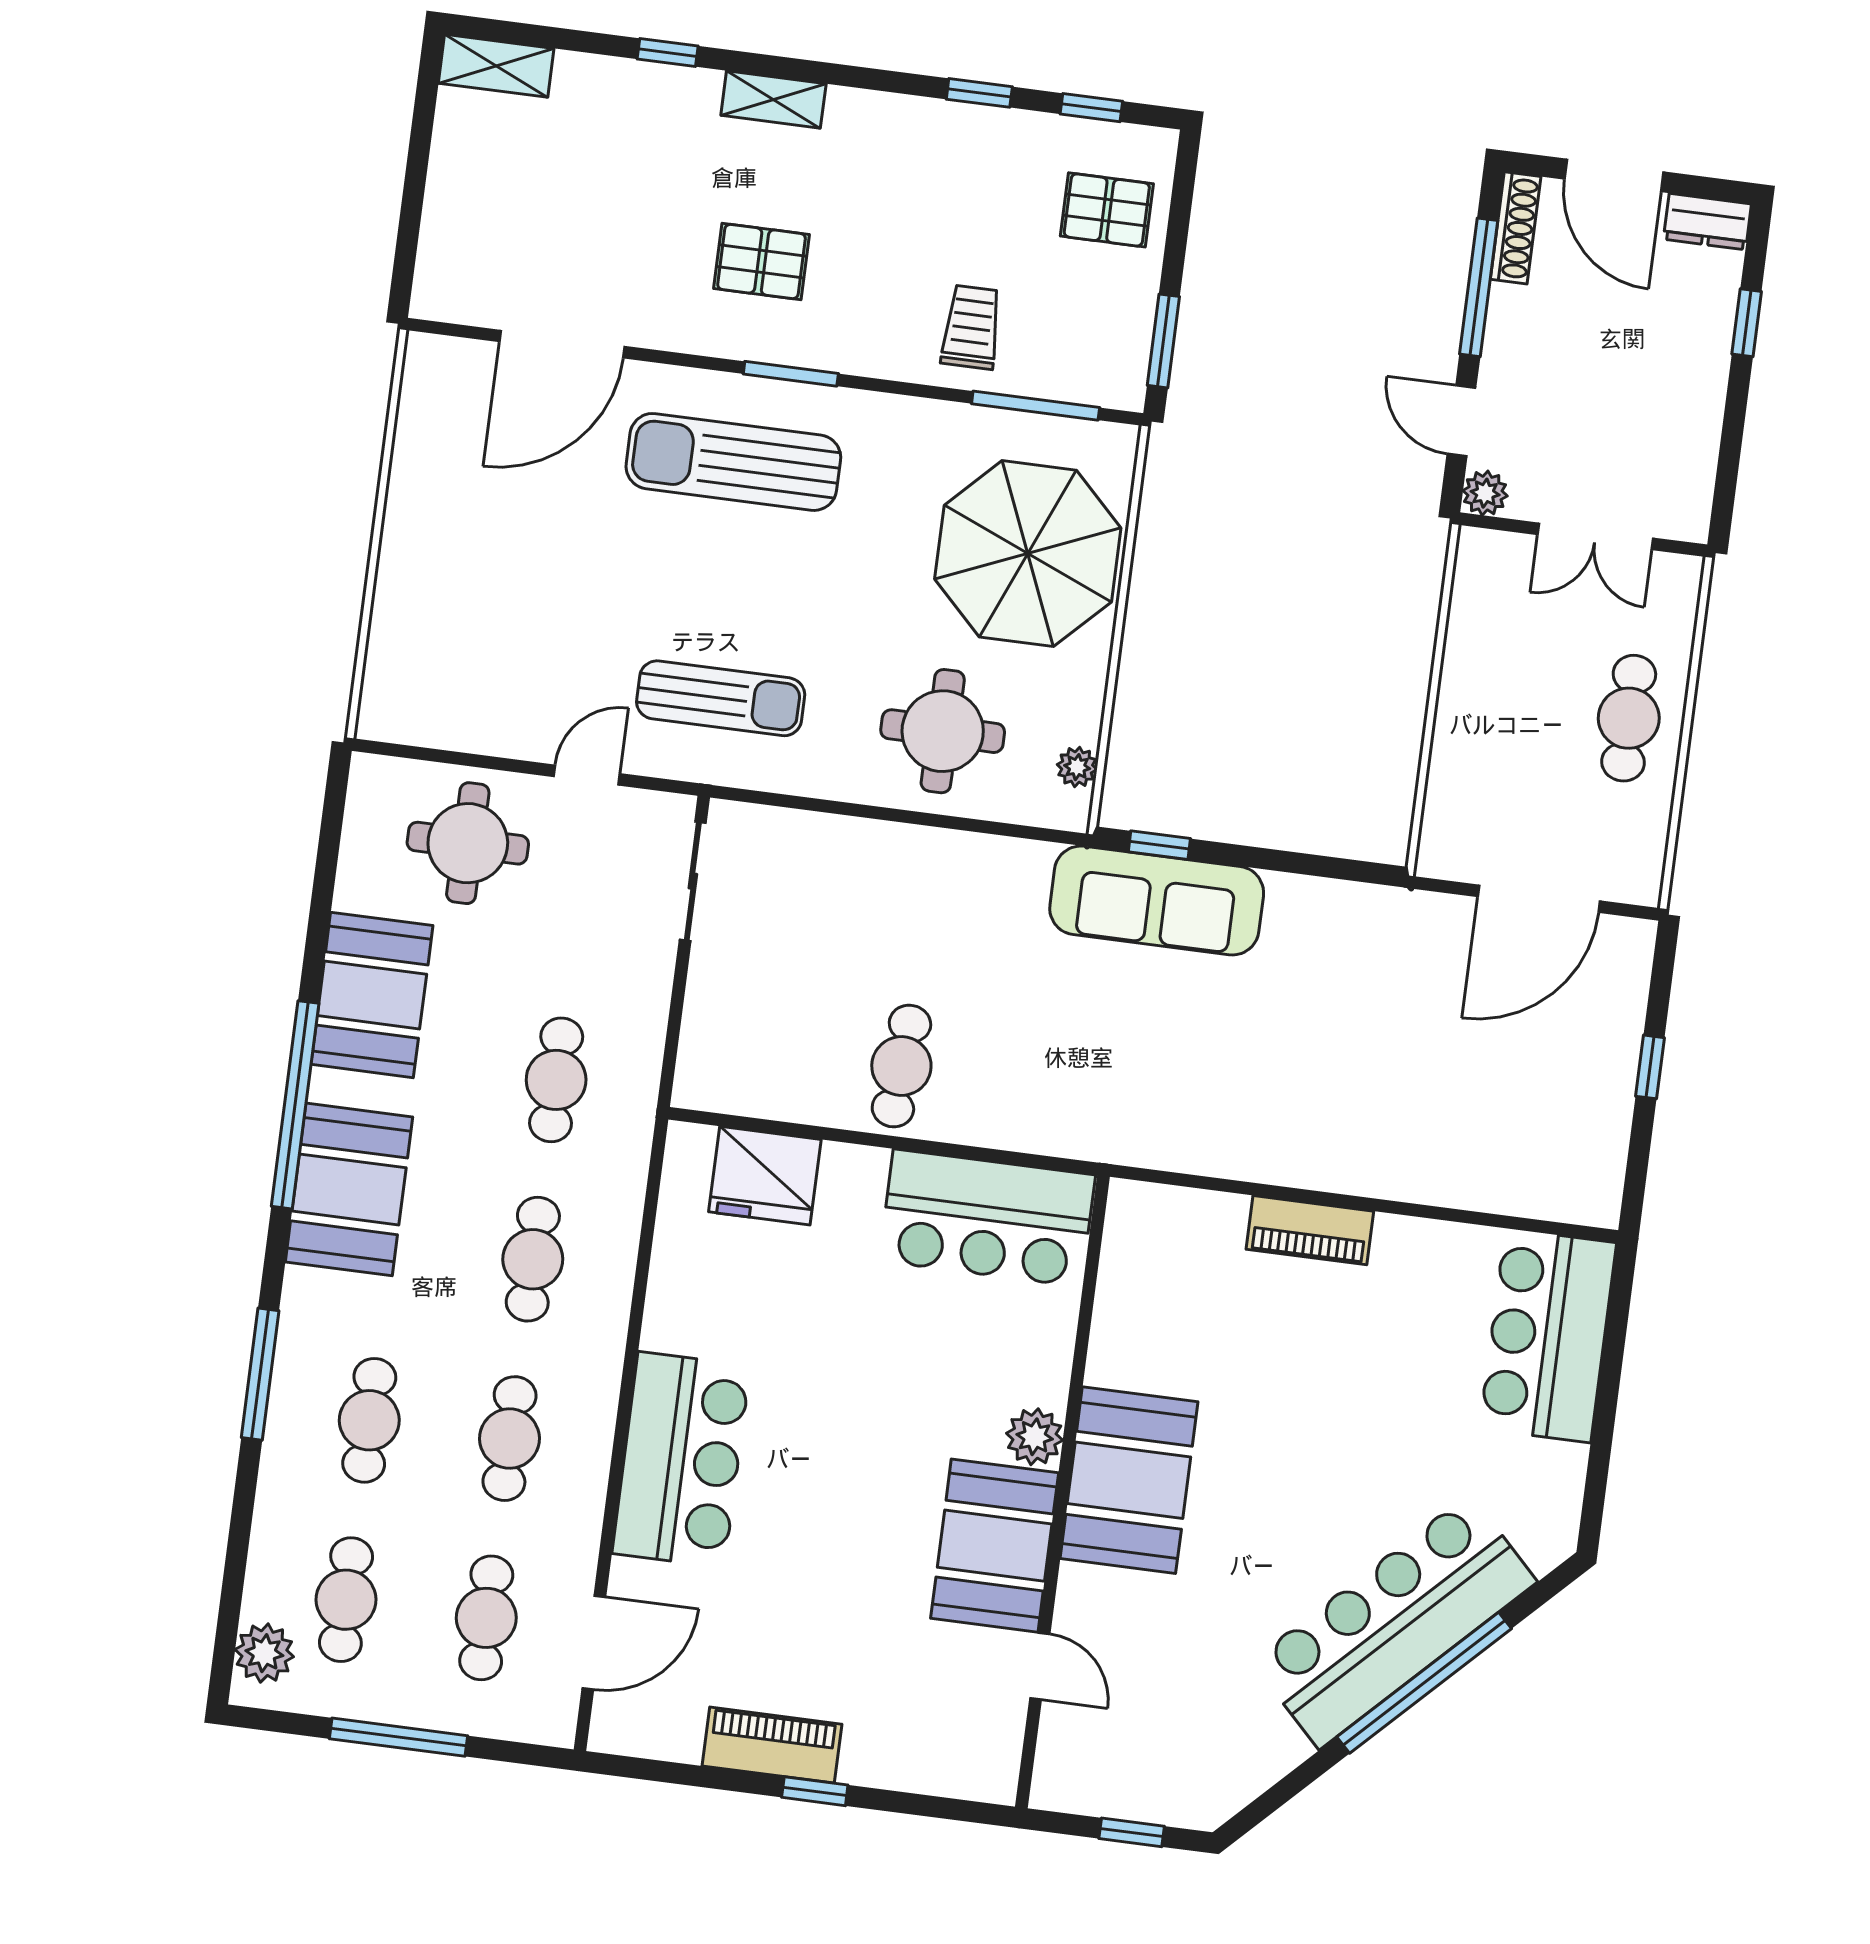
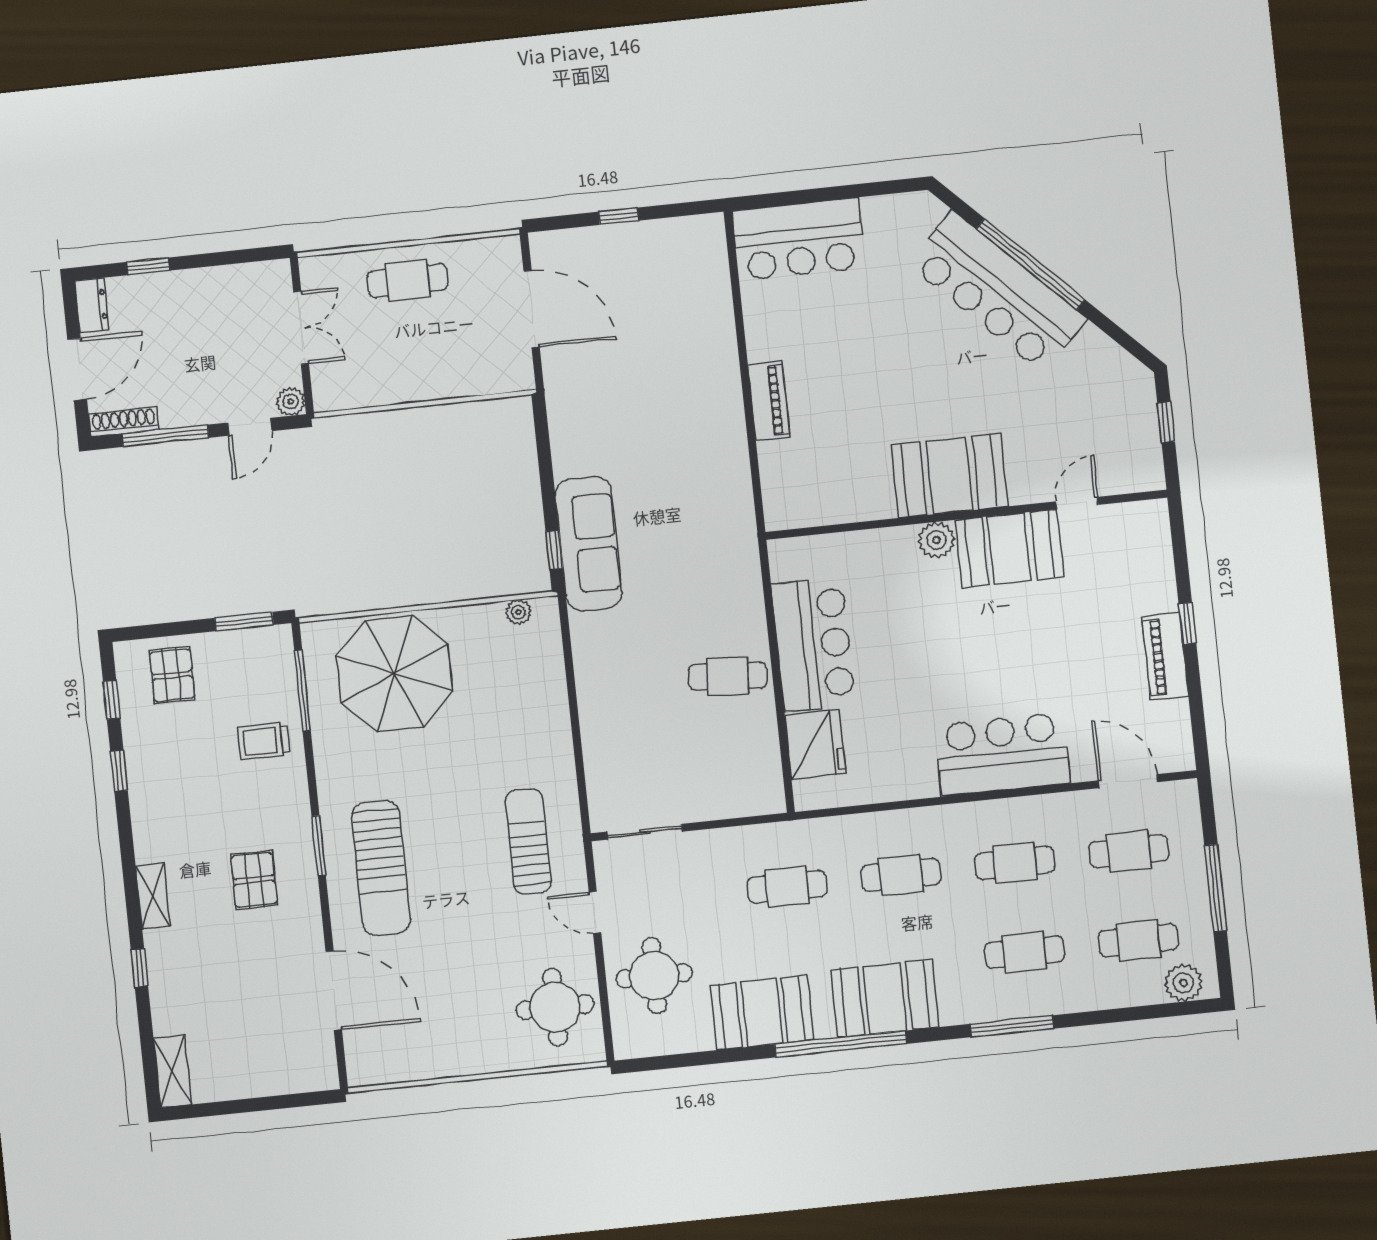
round table: (943, 731) -> (555, 1007), moved
bar counter: (987, 1218) -> (813, 644), moved

